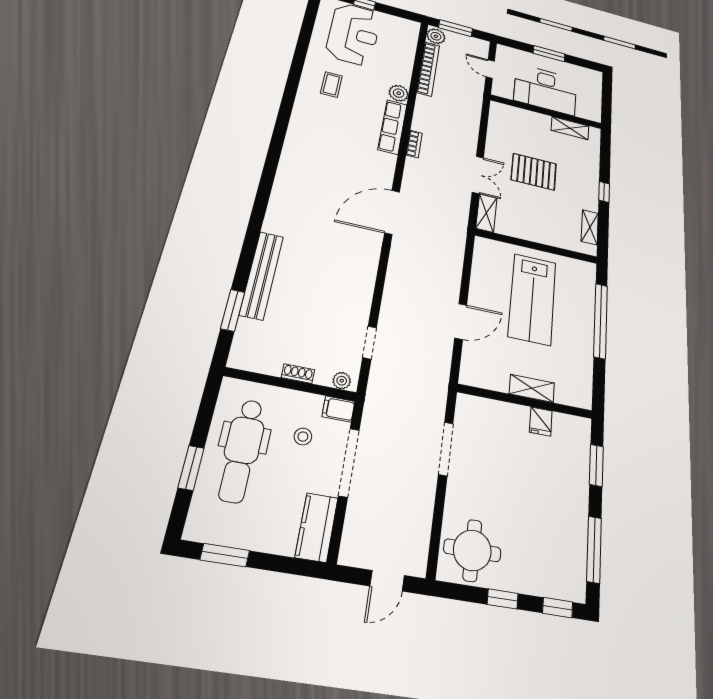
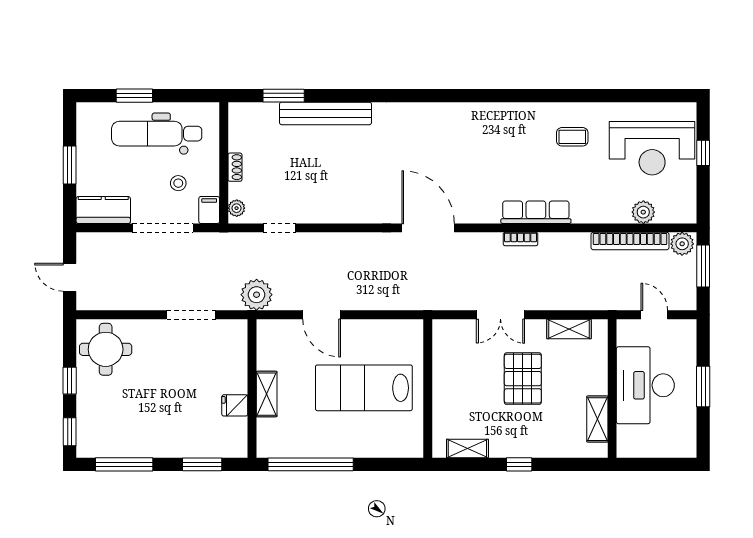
door: (490, 69) -> (654, 315), hinge flipped
plant: (399, 93) -> (643, 212), moved
shelving: (486, 213) -> (569, 329), moved
window: (600, 321) -> (311, 464), moved
plant: (434, 378) -> (257, 295), added
window: (225, 555) -> (70, 165), moved

